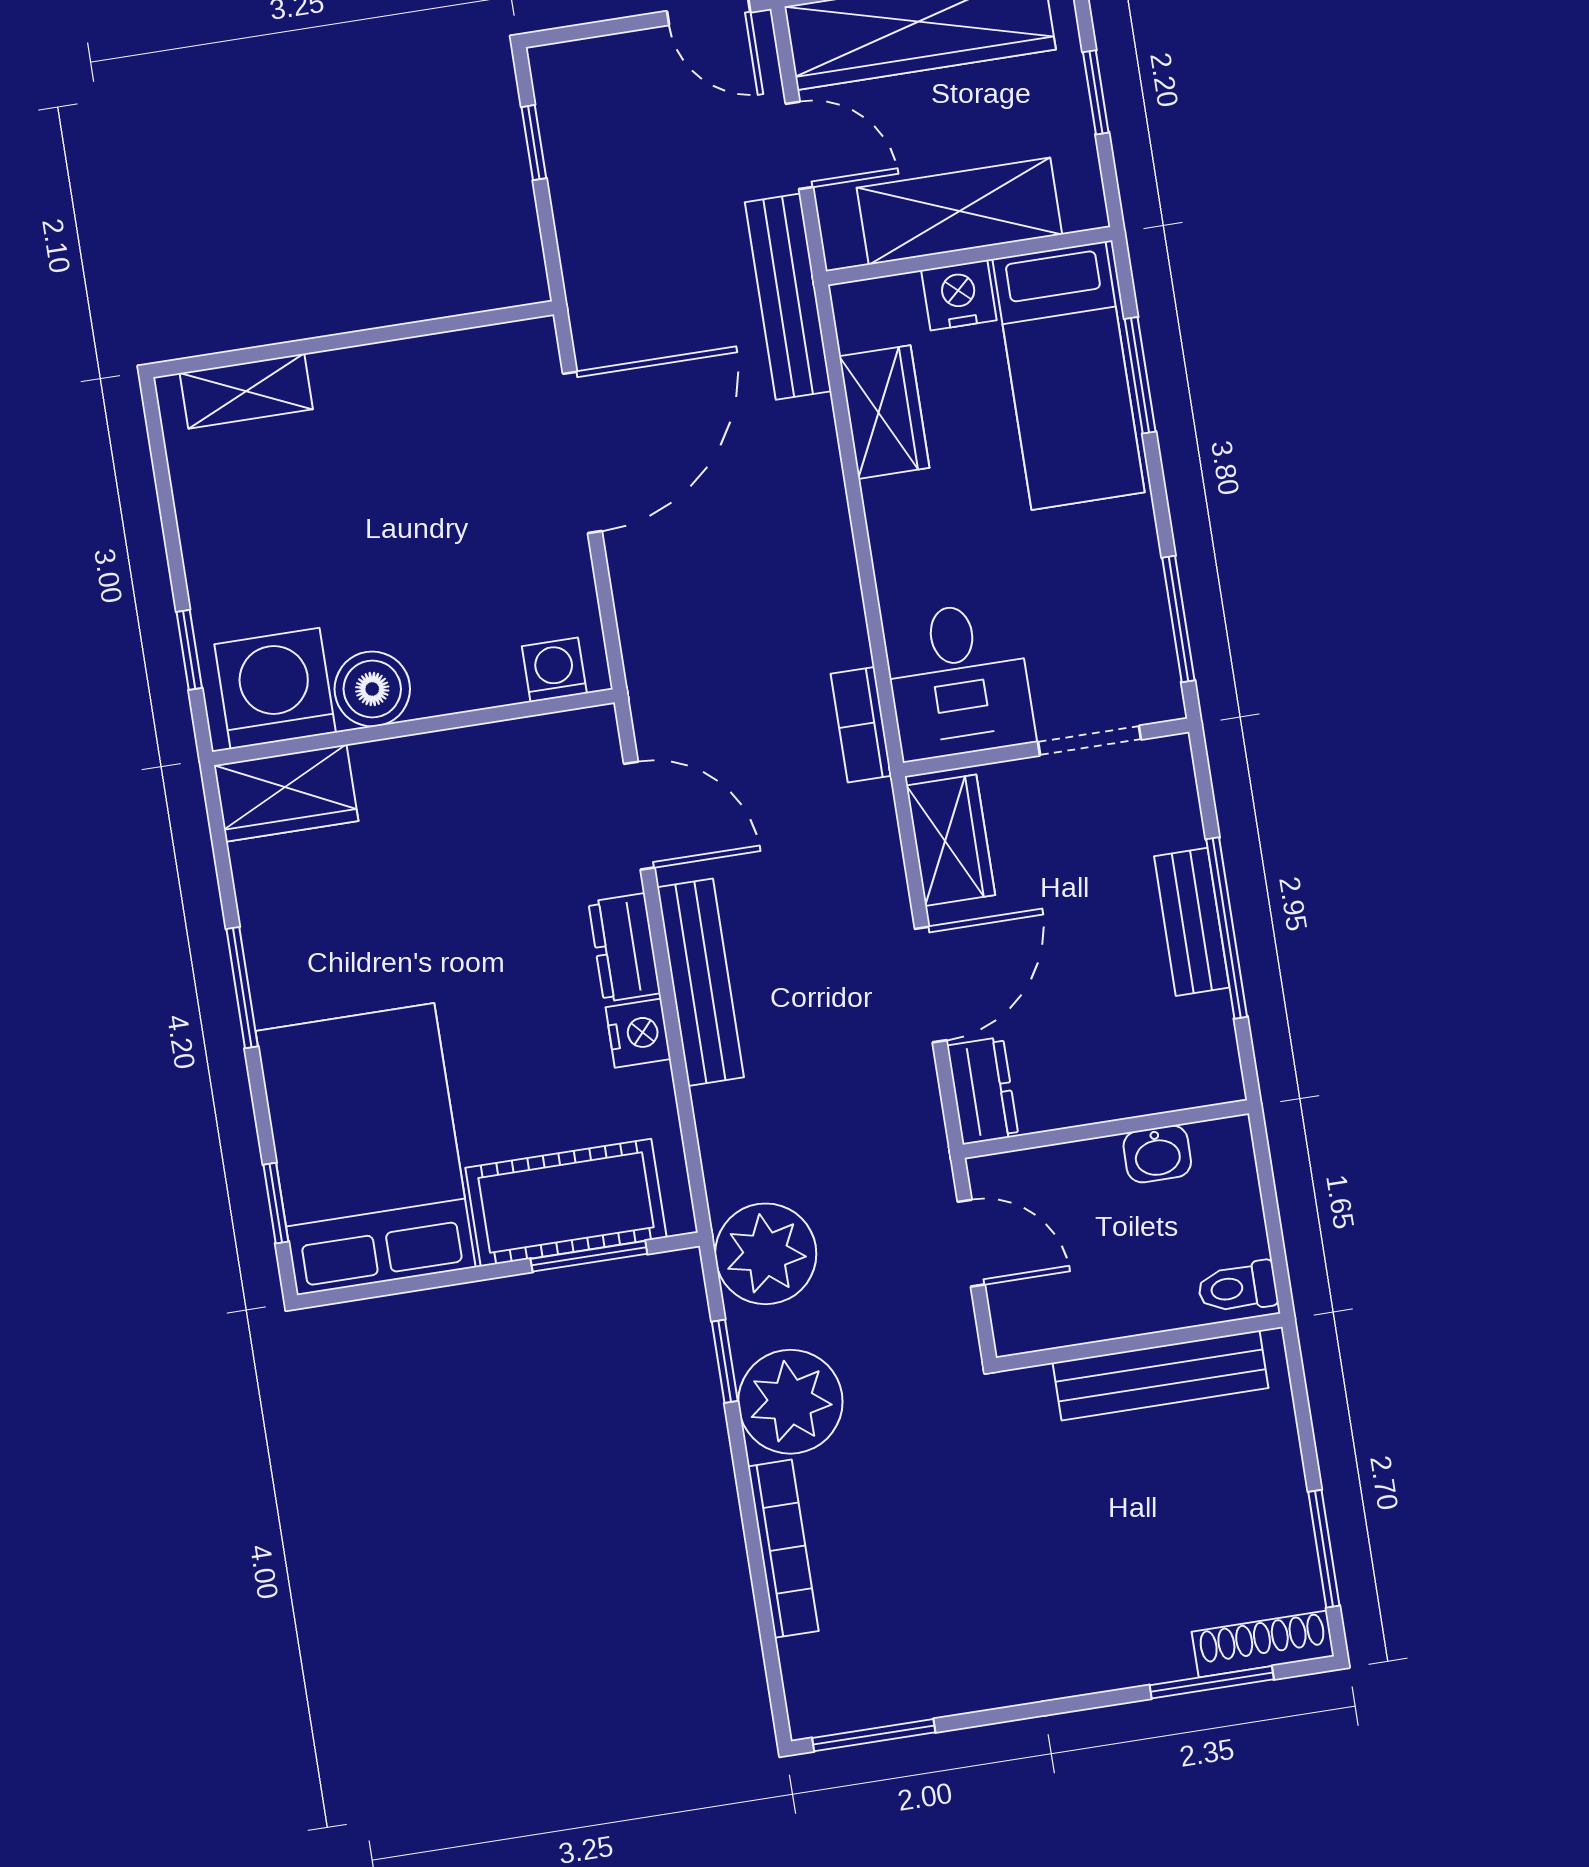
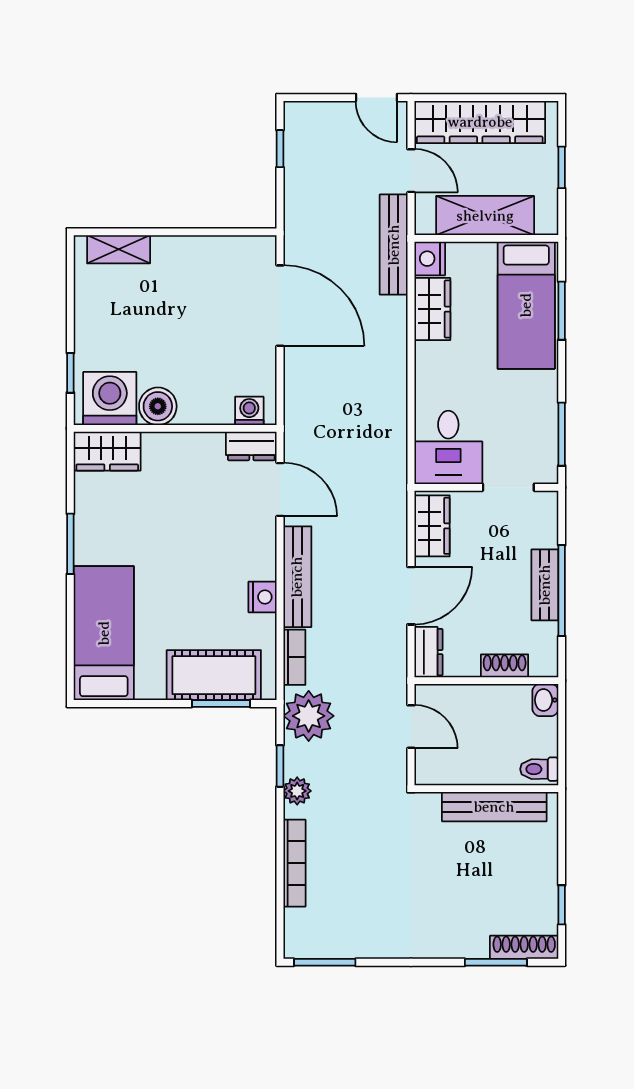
nightstand: (959, 295) -> (430, 259), moved, turned -90
door: (582, 452) -> (280, 306), hinge flipped
bookcase: (861, 725) -> (294, 657), moved, turned 180
dresser: (624, 948) -> (251, 446), moved, turned -90
shoe rack: (1137, 1094) -> (505, 666), added
bed: (366, 1149) -> (104, 633), width x0.67
washbasin: (1157, 1154) -> (545, 700), moved, turned 90
window: (276, 1203) -> (70, 653), removed
plant: (790, 1402) -> (297, 791), width x0.53, depth x0.53
window: (1324, 1549) -> (562, 905), width x0.67

